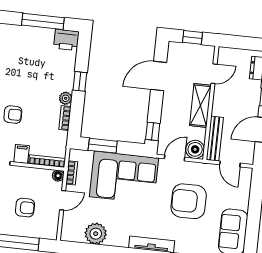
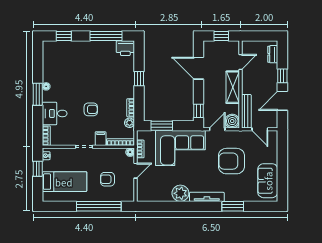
door: (159, 76) -> (198, 68), hinge flipped
plant: (66, 98) -> (130, 123), moved
armchair: (25, 208) -> (108, 179), turned 180
plant: (96, 234) -> (180, 193), moved

